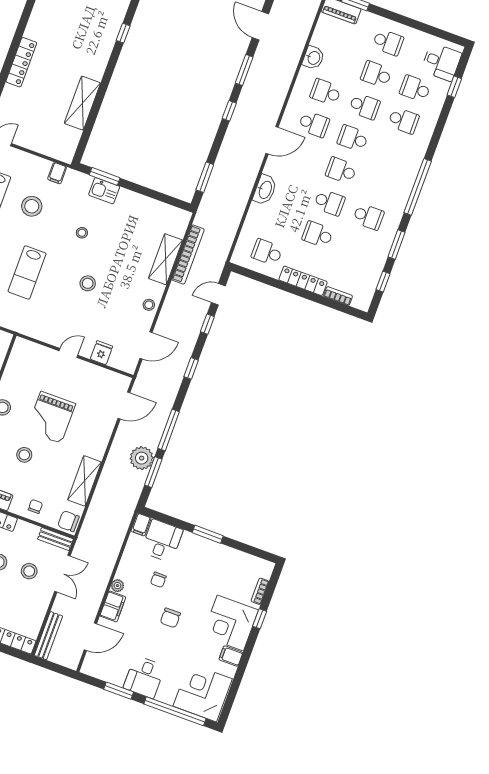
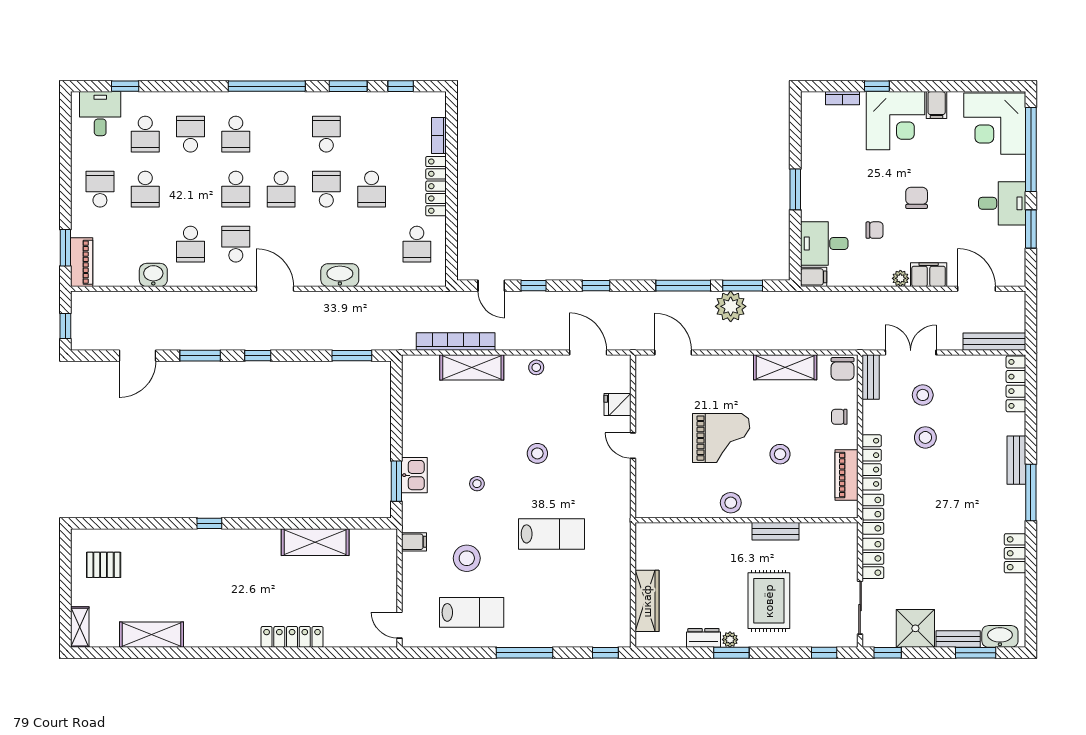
school desk: (365, 106) -> (236, 134), moved, turned 180
chair: (170, 618) -> (917, 198), turned -90

